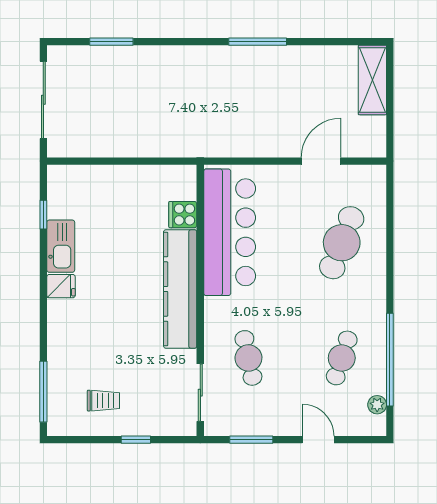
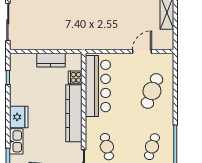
kitchen counter: (133, 179) -> (51, 60), added
kitchen sink: (61, 246) -> (16, 141), moved
fridge: (61, 286) -> (19, 117), width x1.88, depth x1.34

